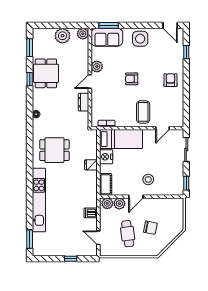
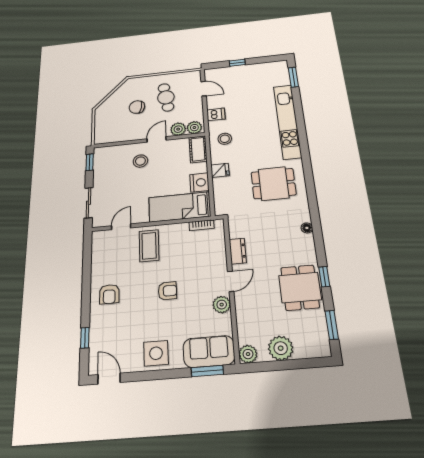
stool: (86, 191) -> (225, 139), added

